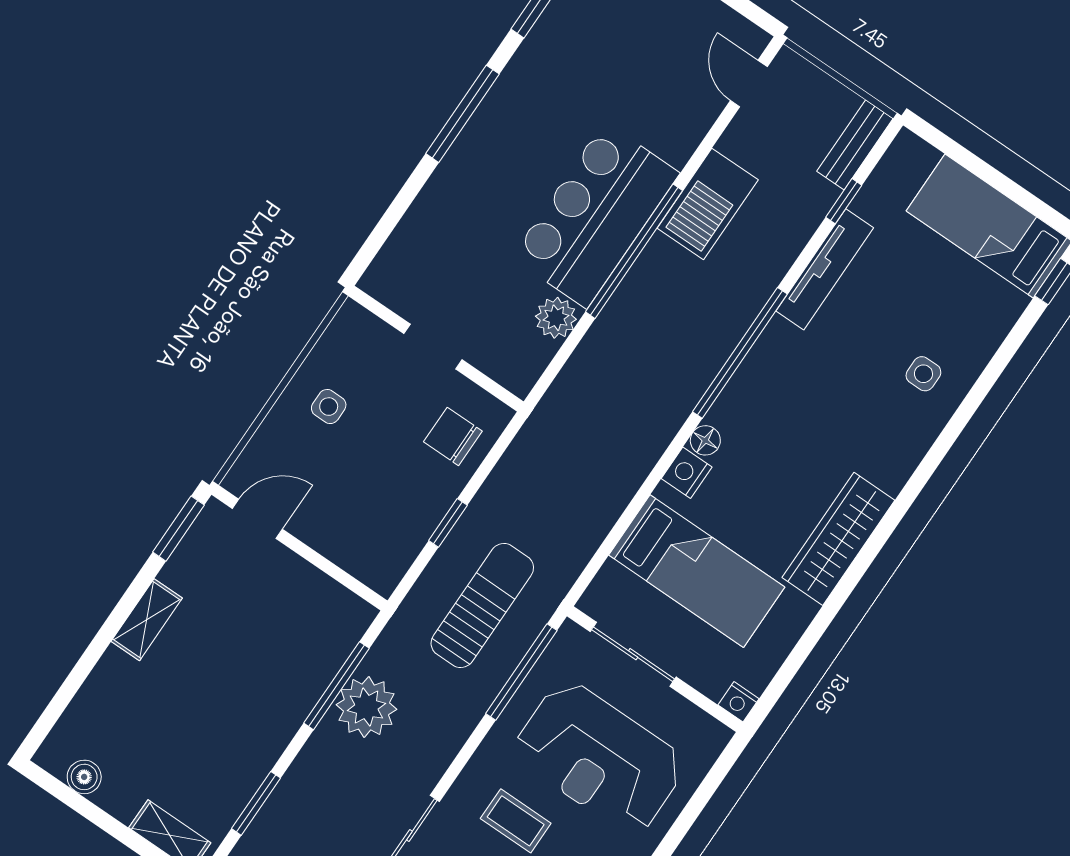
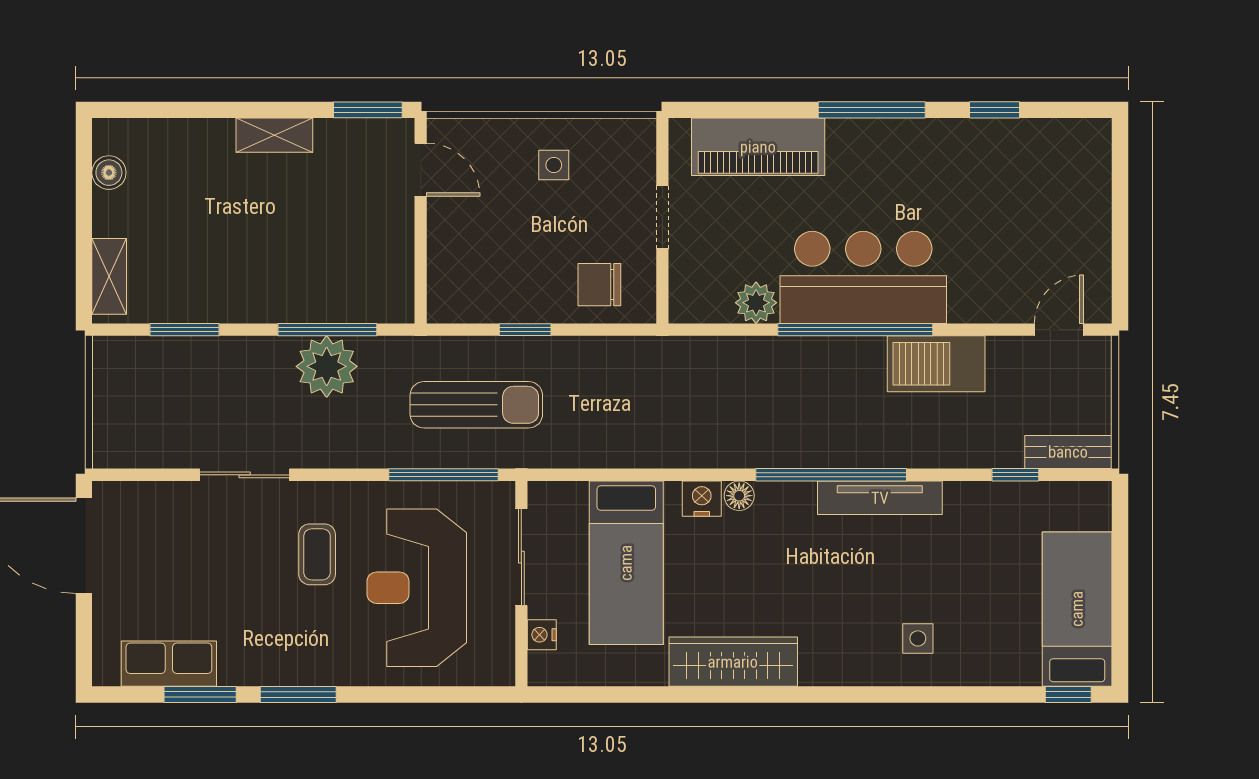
piano: (429, 228) -> (758, 147), added
tv unit: (825, 269) -> (880, 498), moved
chair: (453, 436) -> (599, 285), turned -90
nightstand: (738, 702) -> (542, 635), moved

